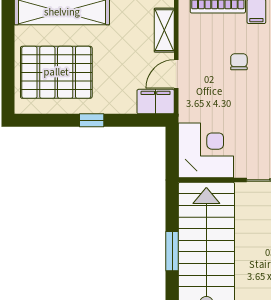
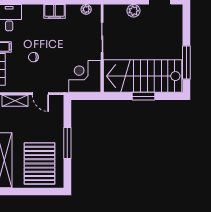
filing cabinet: (156, 102) -> (57, 106), removed
window: (92, 120) -> (67, 143), width x2.17

